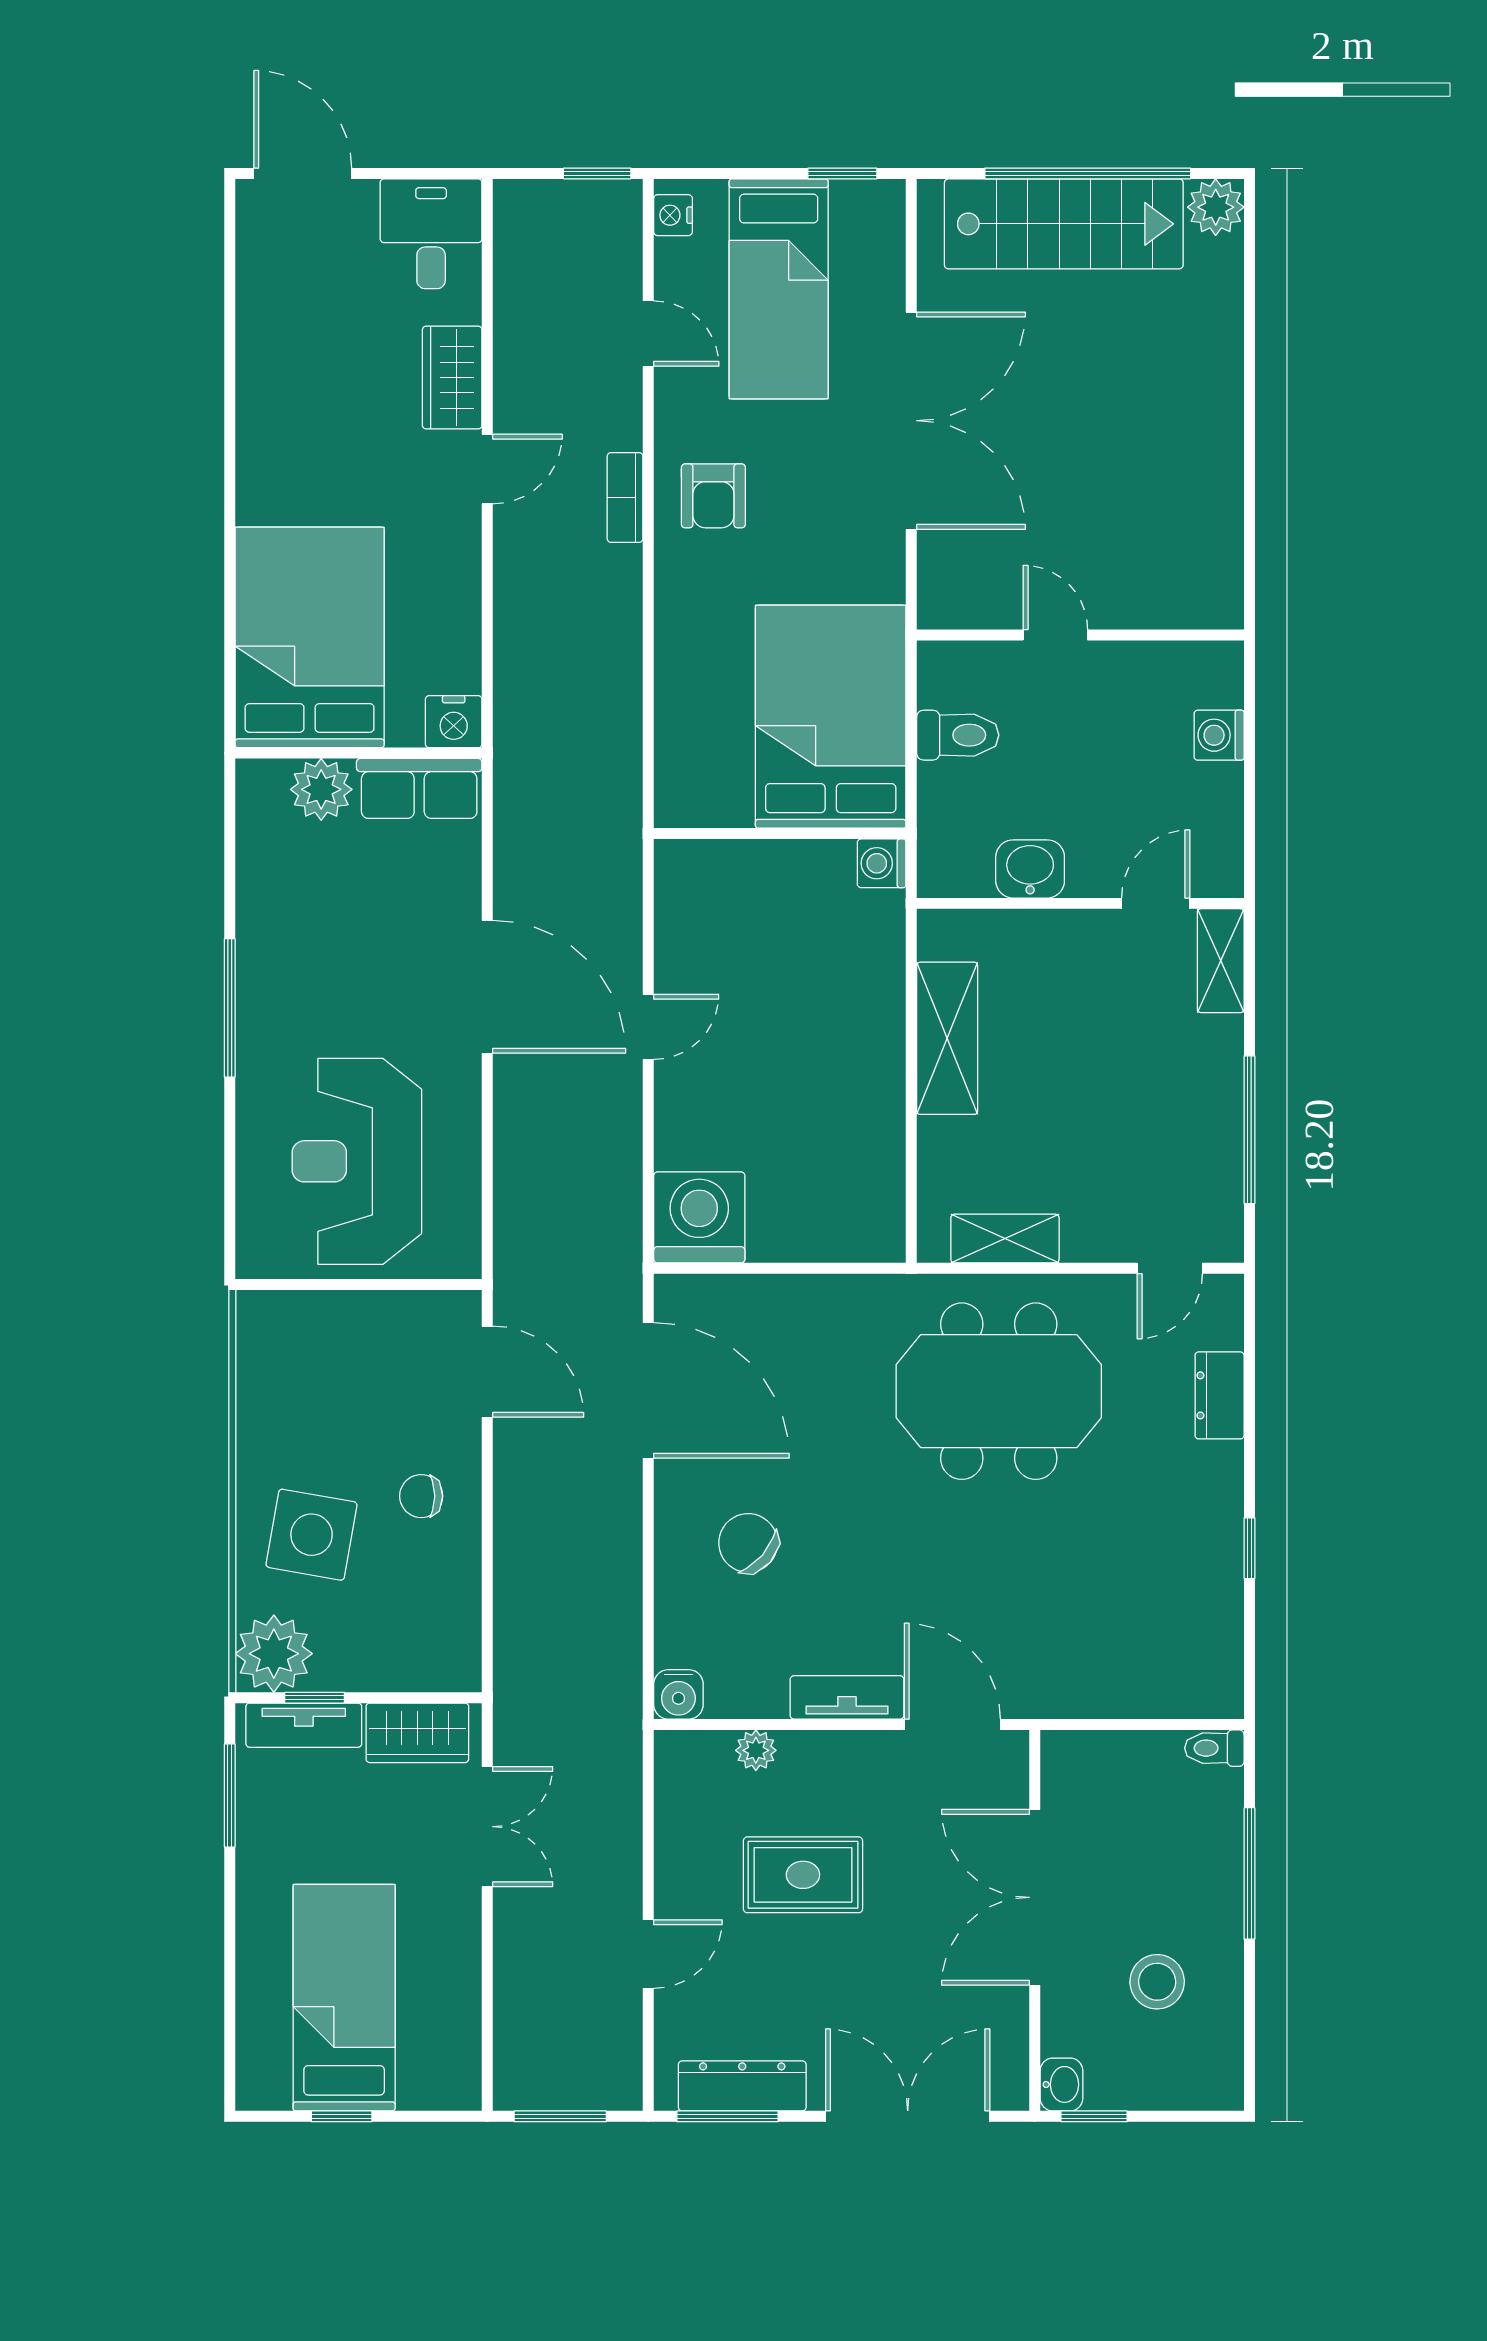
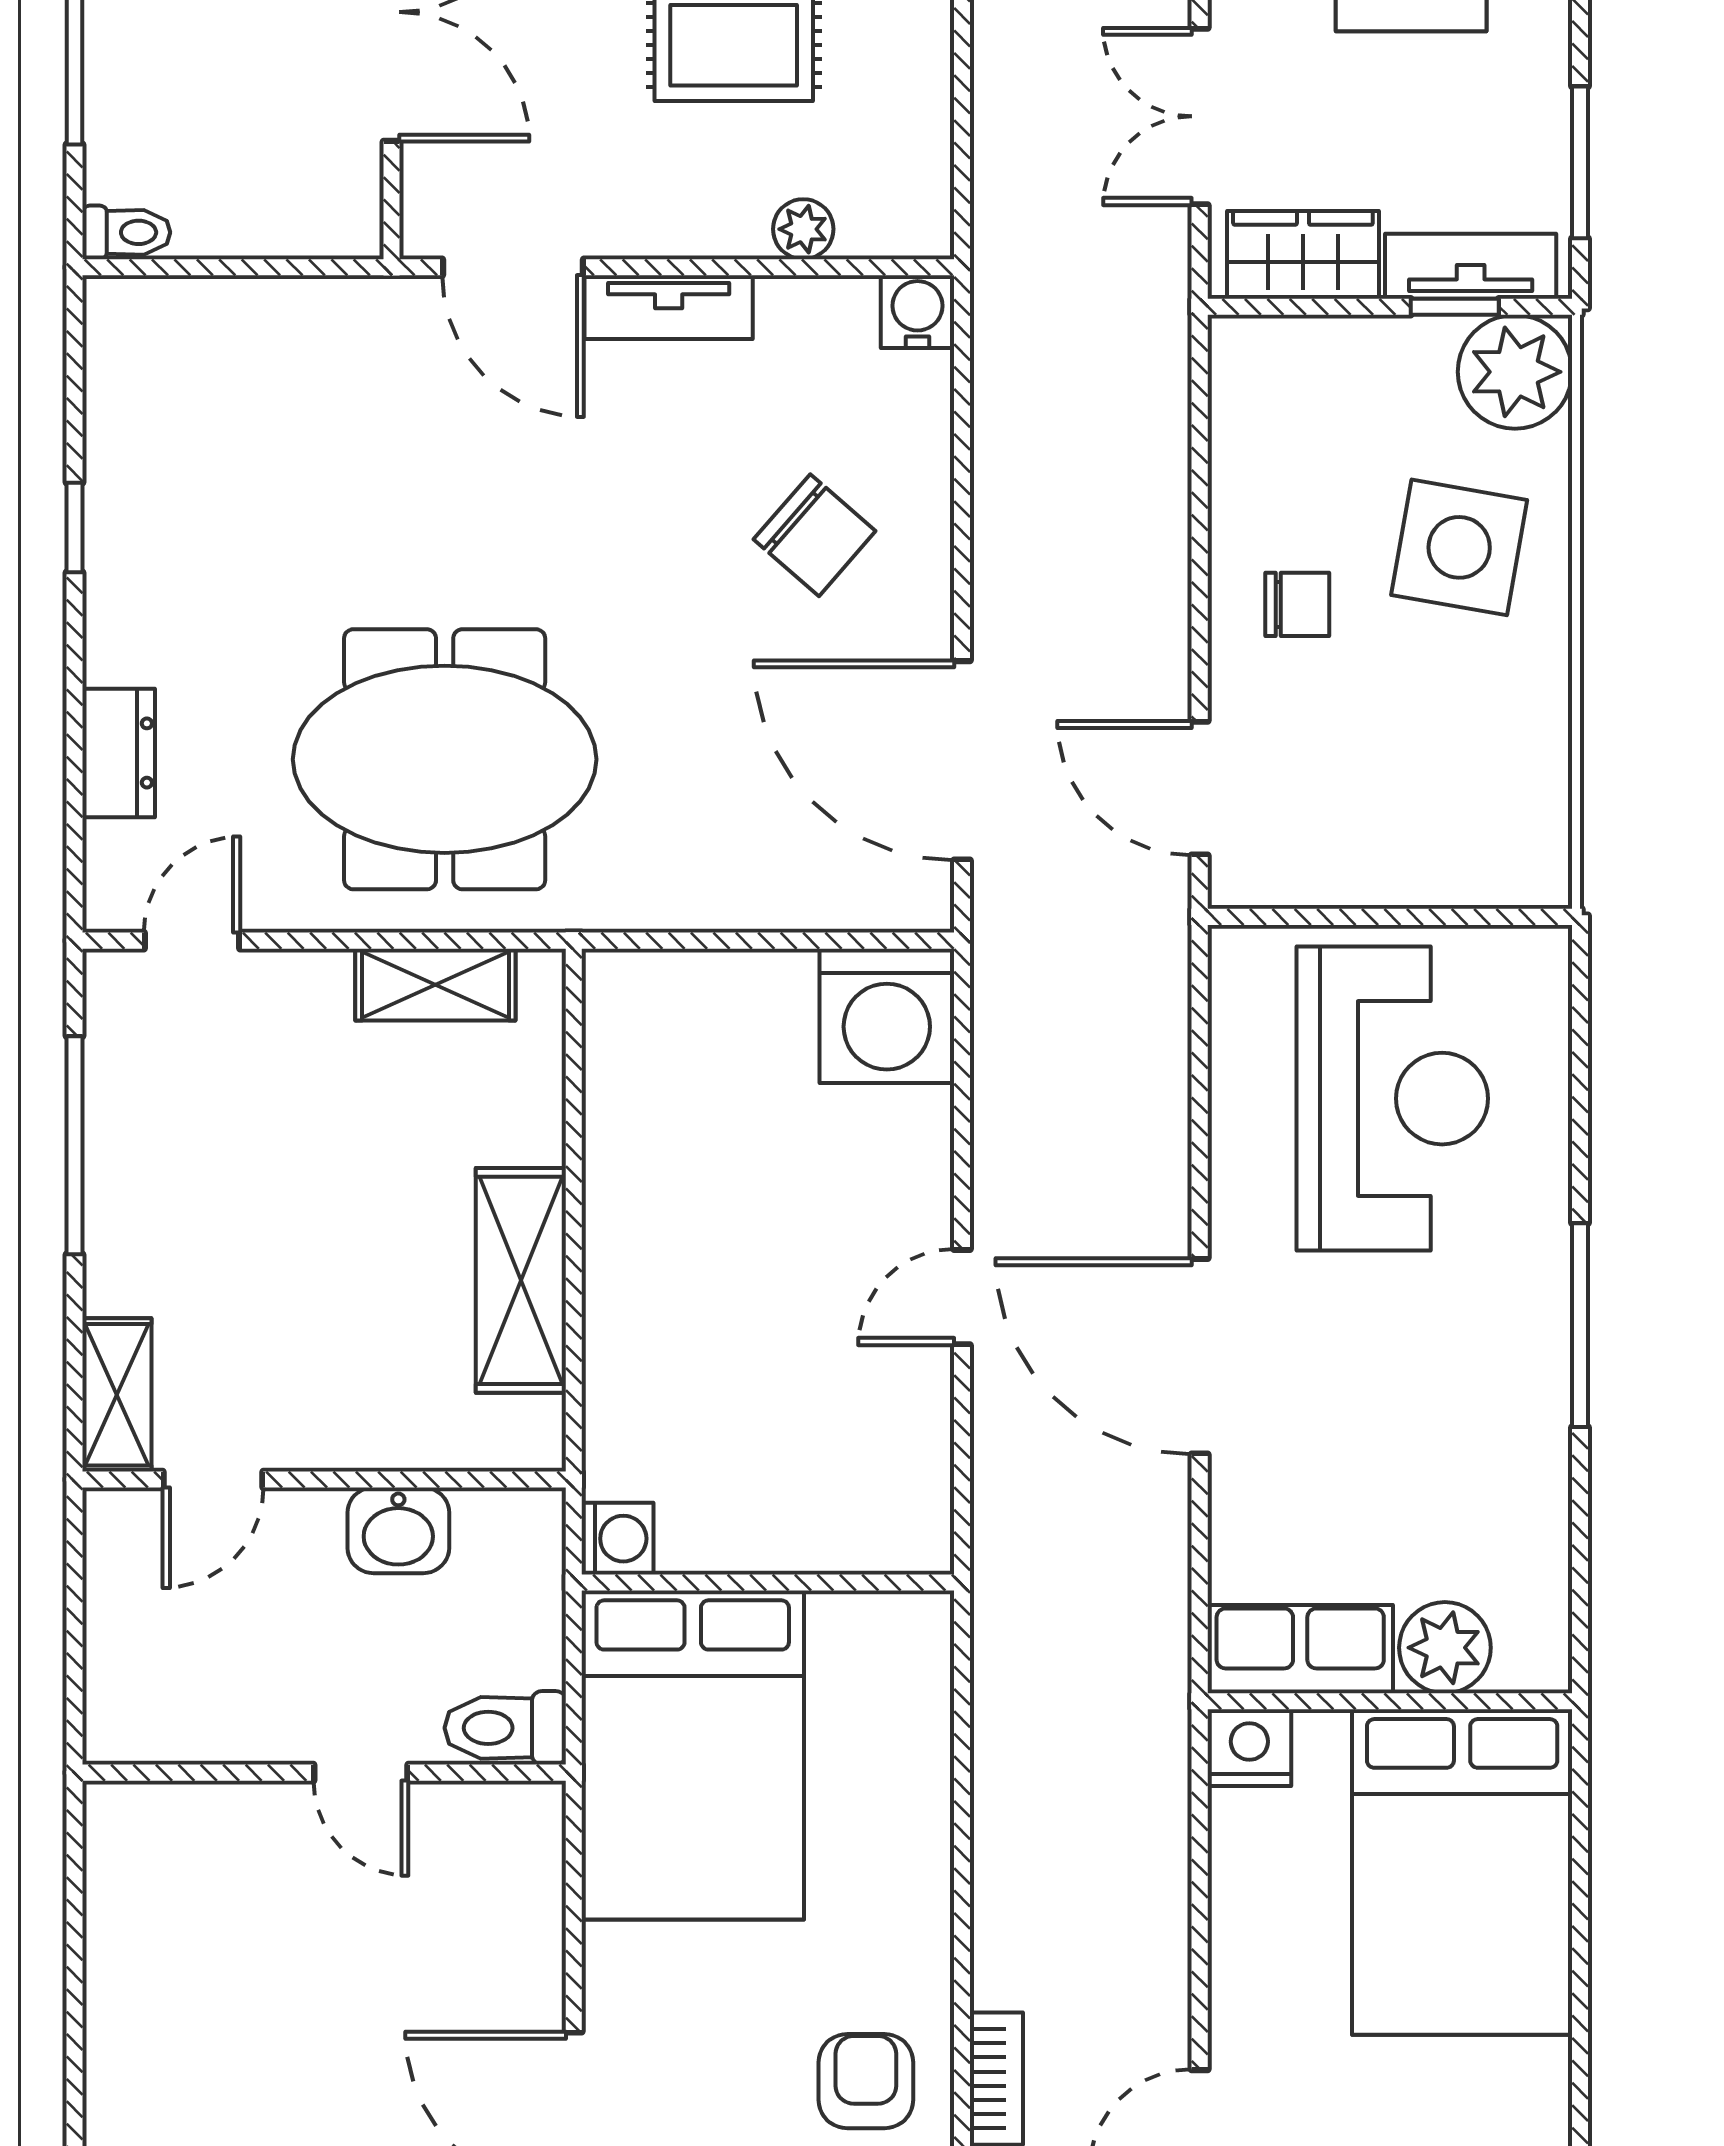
door: (1055, 635) -> (361, 1773), moved
wall: (1080, 635) -> (324, 1773), moved
washing machine: (1219, 735) -> (119, 1728), removed

